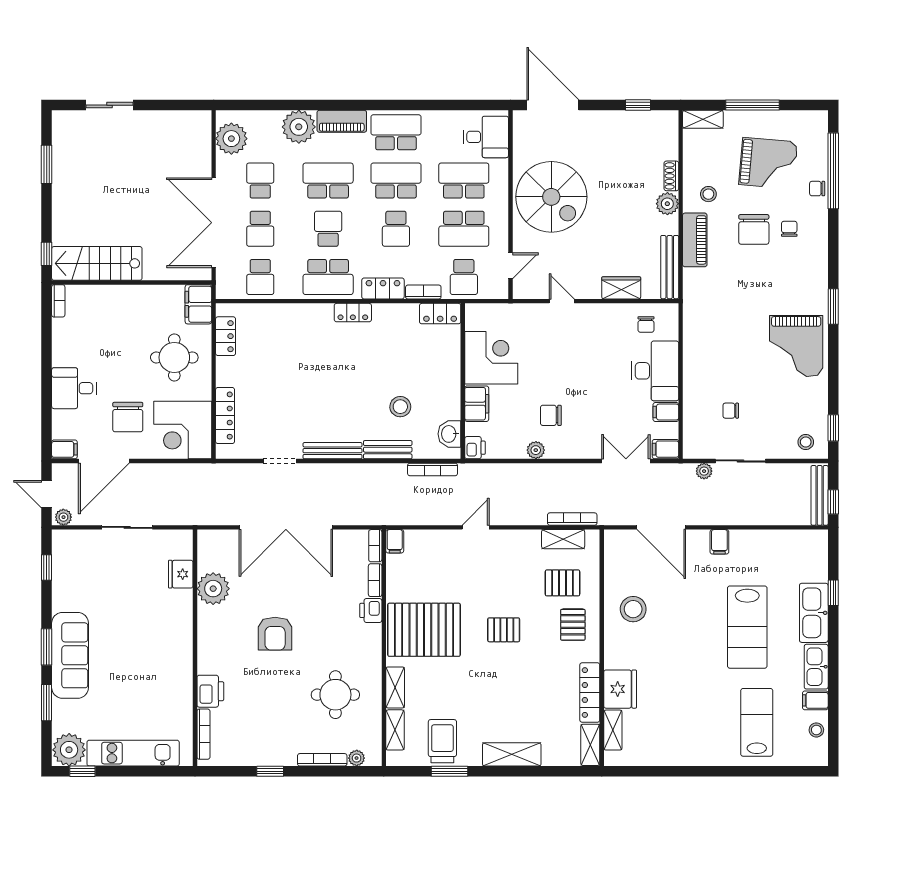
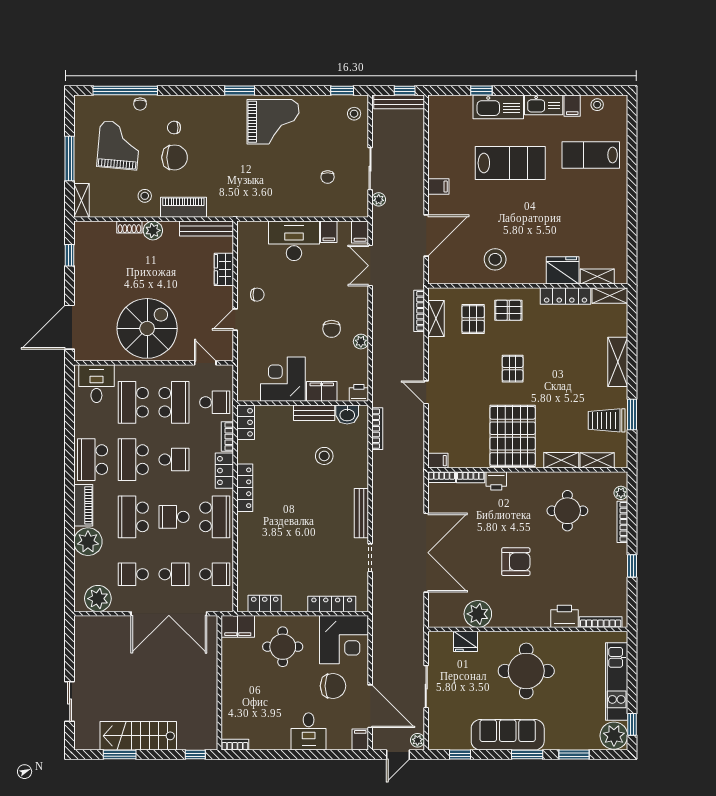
stairs: (97, 263) -> (138, 736), moved, turned 90
locker: (353, 313) -> (245, 488), width x1.53
chair: (646, 324) -> (257, 295), moved
bench: (388, 450) -> (314, 413), moved, turned 90
round table: (146, 646) -> (526, 671), added
sofa: (70, 655) -> (508, 735), moved

